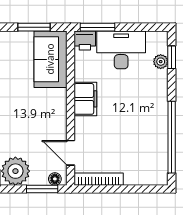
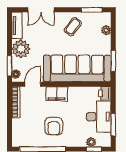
window: (97, 27) -> (113, 125), moved
sofa: (50, 59) -> (77, 68), width x1.85, depth x1.27
filing cabinet: (85, 99) -> (57, 94), moved
armchair: (136, 120) -> (54, 126), added

